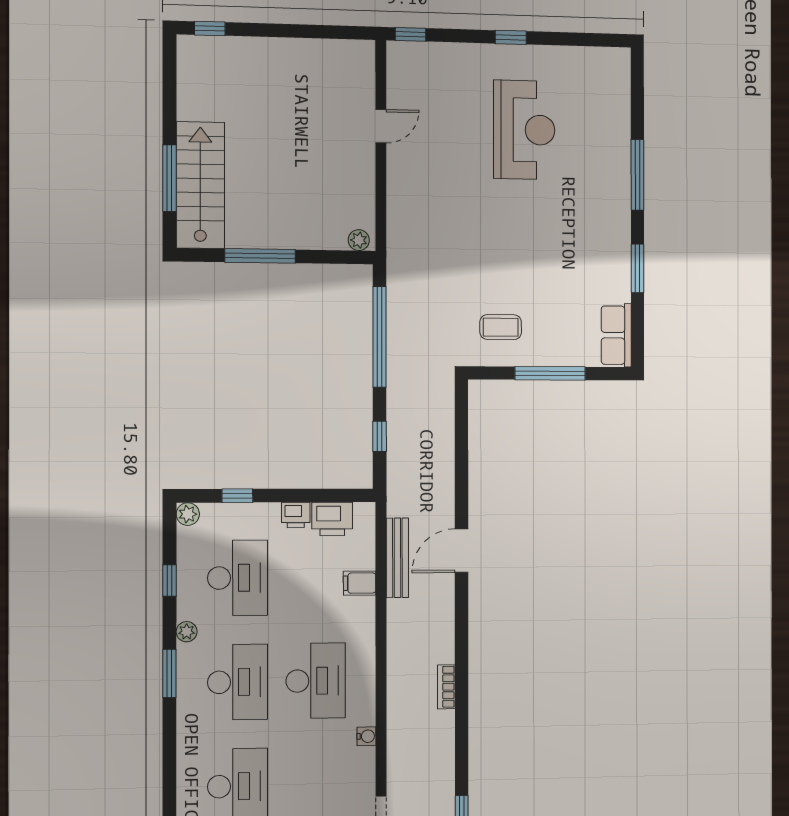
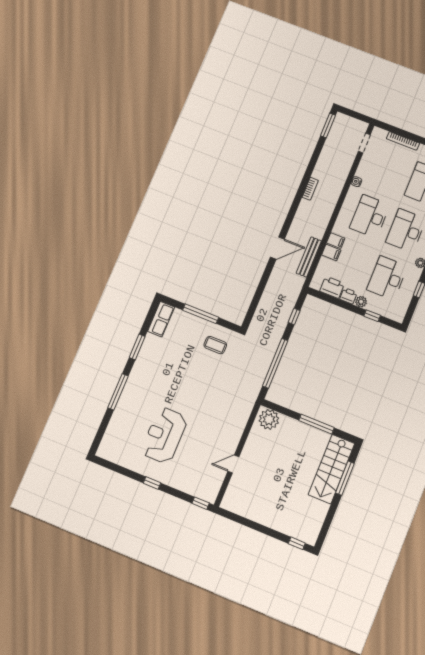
plant: (359, 240) -> (269, 419), width x1.87, depth x1.87
plant: (188, 514) -> (361, 302), moved
filing cabinet: (360, 609) -> (336, 241), added

